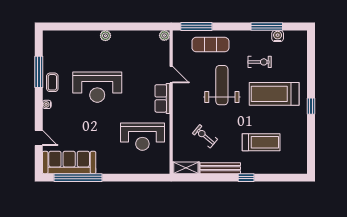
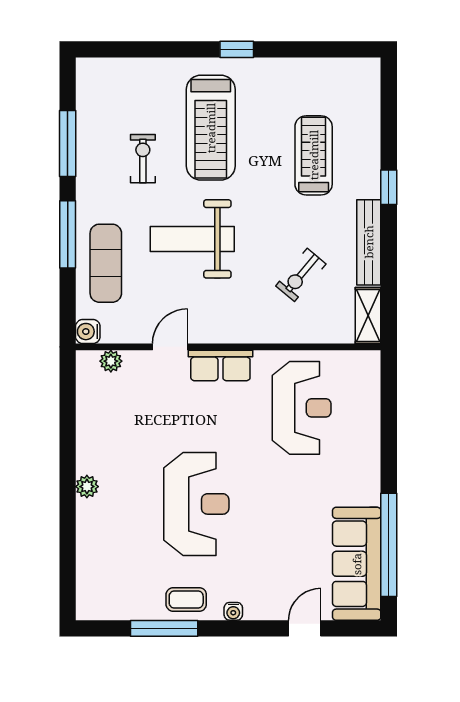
window: (196, 27) -> (68, 234), moved
plant: (164, 35) -> (111, 361), moved
water cooler: (278, 36) -> (88, 332), moved

